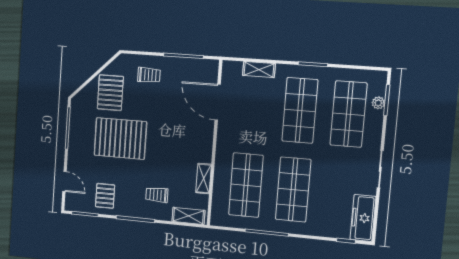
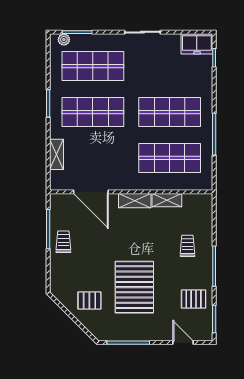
trolley: (149, 75) -> (63, 242), moved
pallet: (110, 93) -> (89, 301), width x0.67, depth x0.71
door: (218, 102) -> (91, 192), hinge flipped
plant: (378, 103) -> (64, 40), moved
door: (65, 182) -> (183, 343), hinge flipped
trolley: (157, 195) -> (187, 246), turned 180
shelving: (189, 216) -> (135, 201), moved, turned 90
freezer: (363, 218) -> (197, 44), width x0.71

